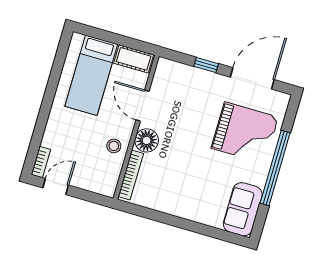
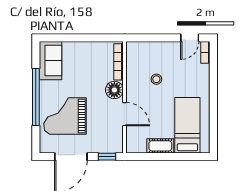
door: (143, 106) -> (125, 114), moved
wall: (136, 127) -> (125, 97), moved
floor lamp: (147, 140) -> (114, 90), moved
bookcase: (131, 175) -> (119, 62), moved

